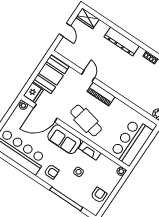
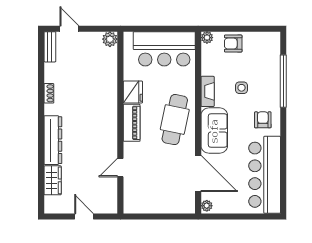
wardrobe: (87, 18) -> (53, 180), moved
door: (65, 30) -> (84, 217), hinge flipped
booth: (51, 74) -> (148, 198), removed
door: (88, 76) -> (120, 168), moved
fridge: (33, 93) -> (133, 92), moved, turned 90
armchair: (99, 195) -> (233, 44), moved

